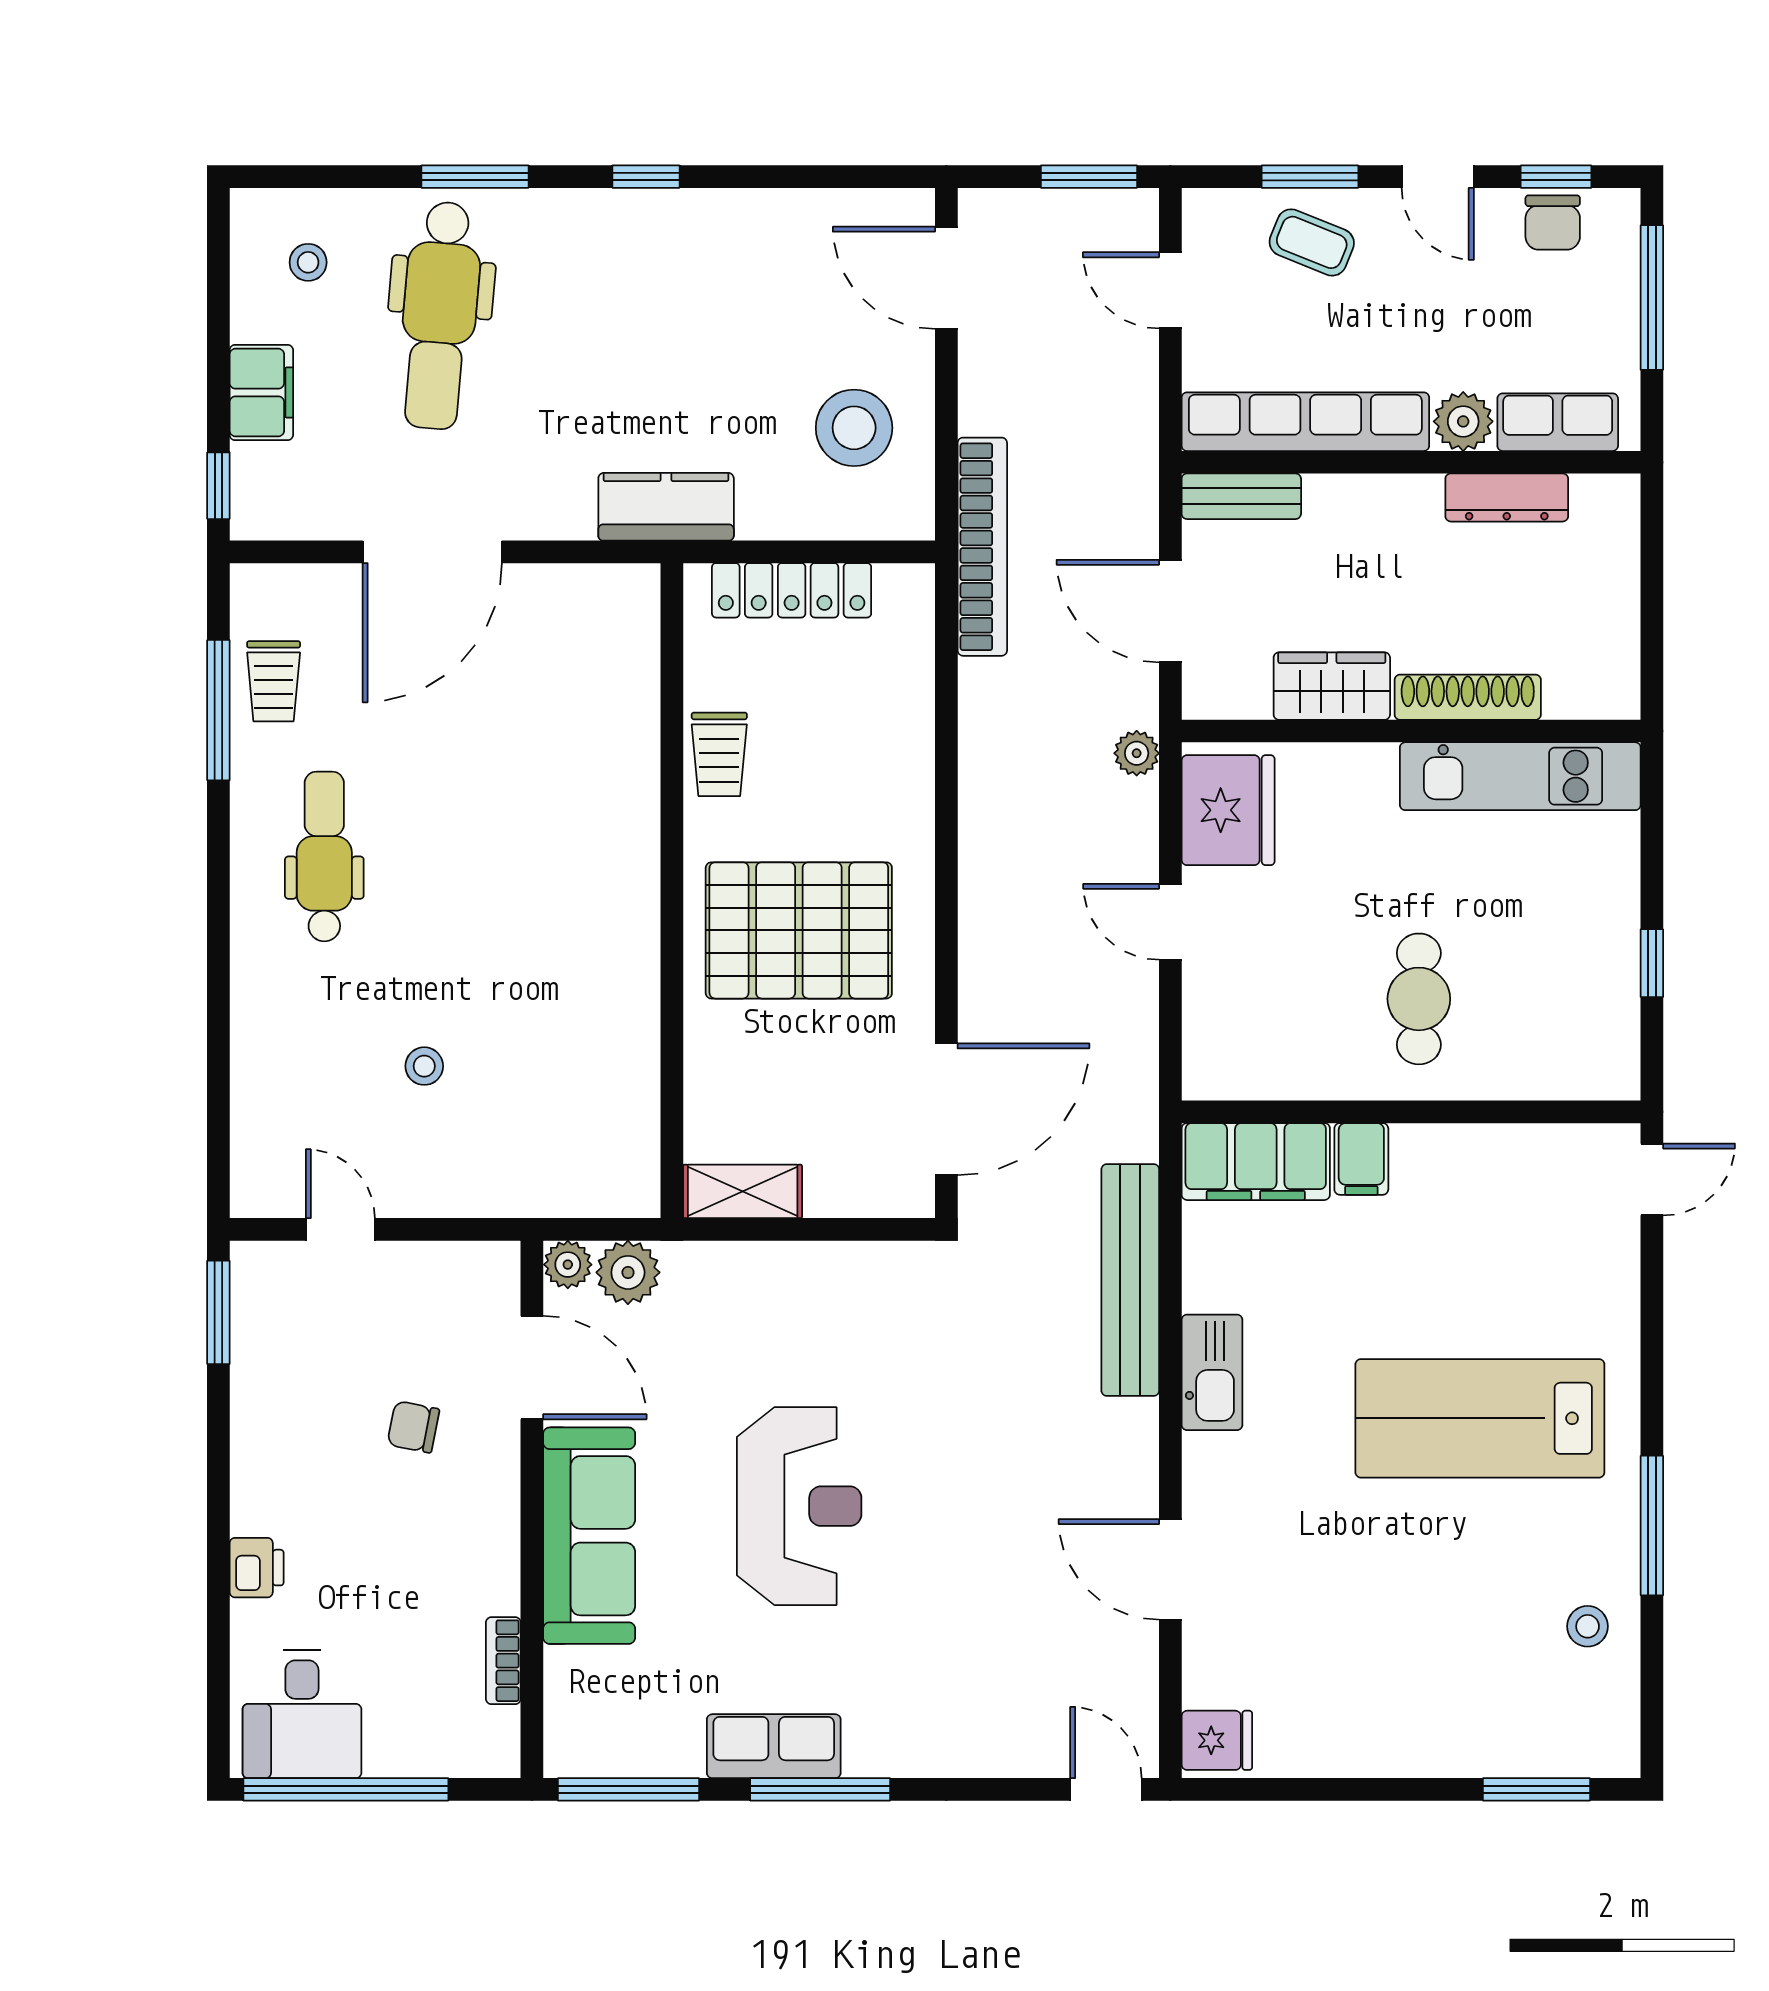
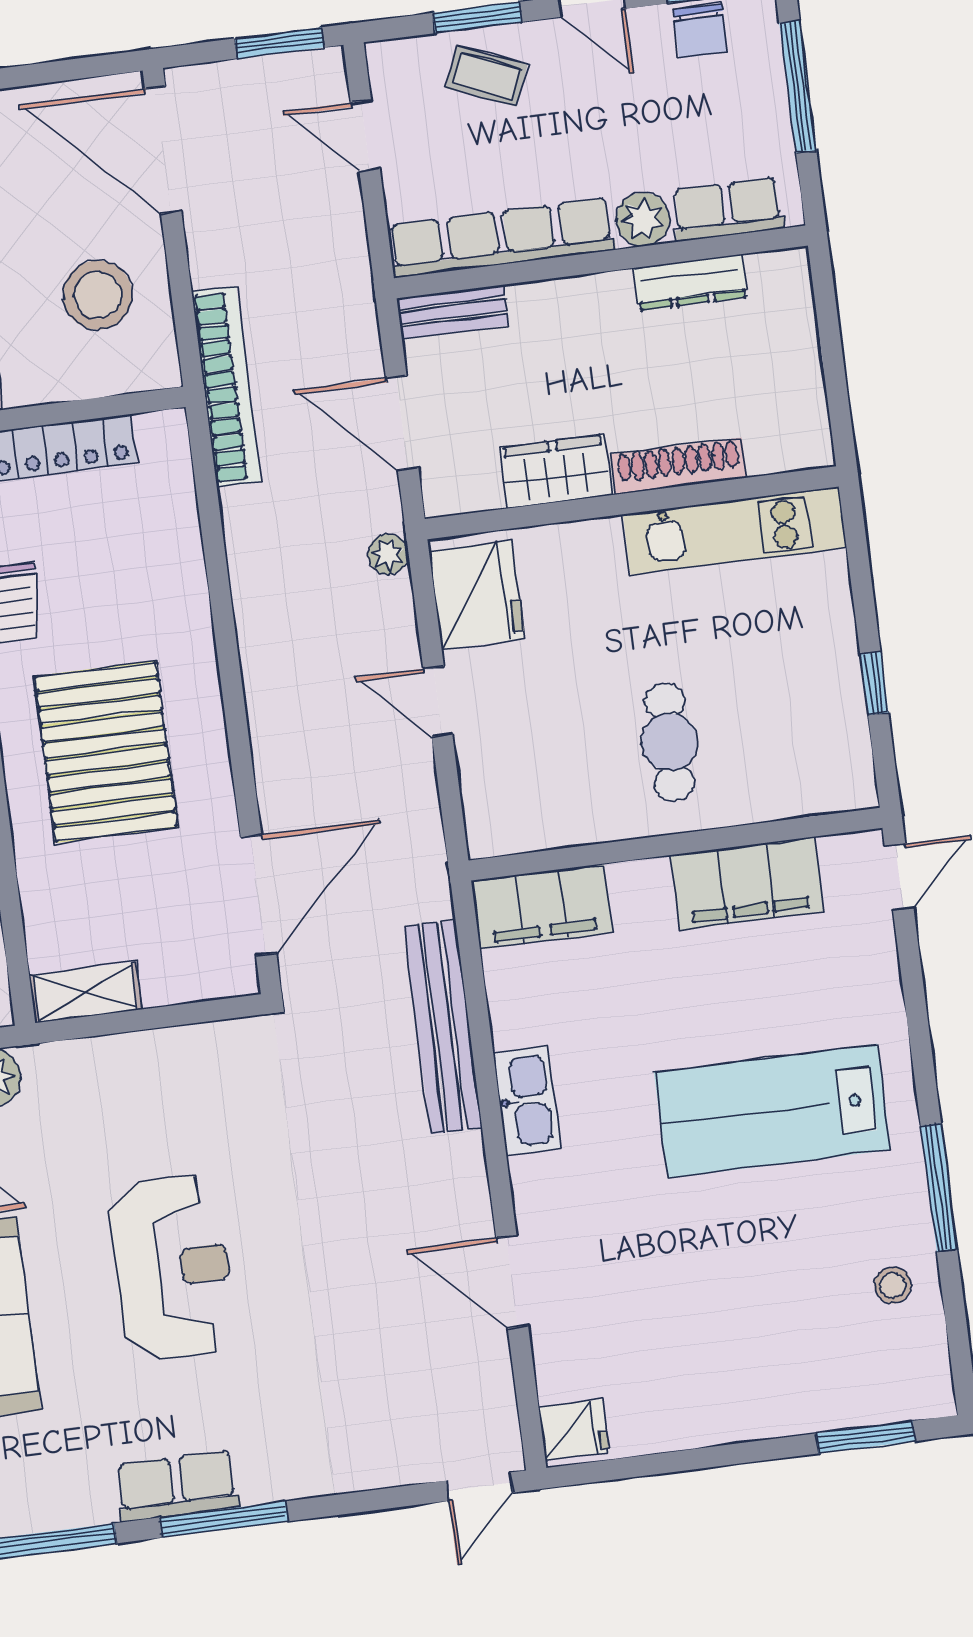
door: (946, 278) -> (163, 150), width x1.36
pallet: (799, 930) -> (106, 752), turned 90
filing cabinet: (1361, 1159) -> (747, 883), moved, width x3.00, depth x1.17
door: (1106, 1789) -> (480, 1487), swing flipped

